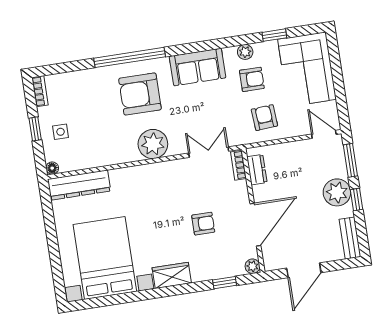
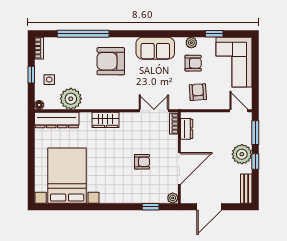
window: (130, 57) -> (83, 34), moved
plant: (153, 144) -> (71, 99), moved
wardrobe: (172, 275) -> (105, 120), moved, turned 180

